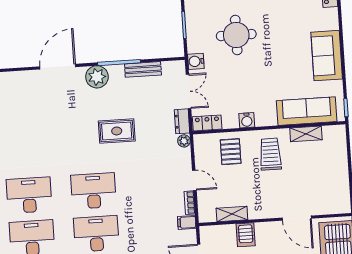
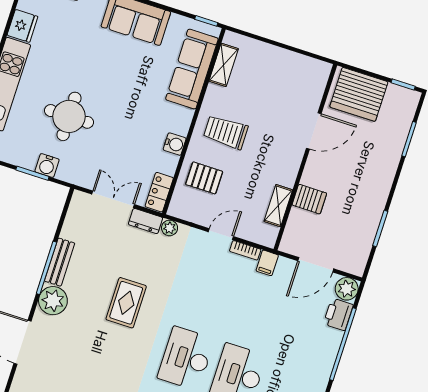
water cooler: (196, 61) -> (47, 166), moved
bench: (143, 69) -> (60, 262), moved
shelving: (306, 134) -> (224, 65), moved

